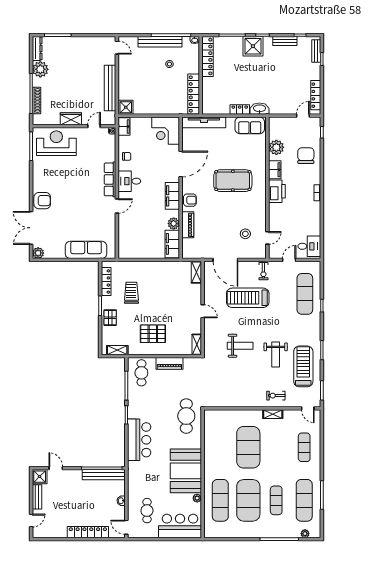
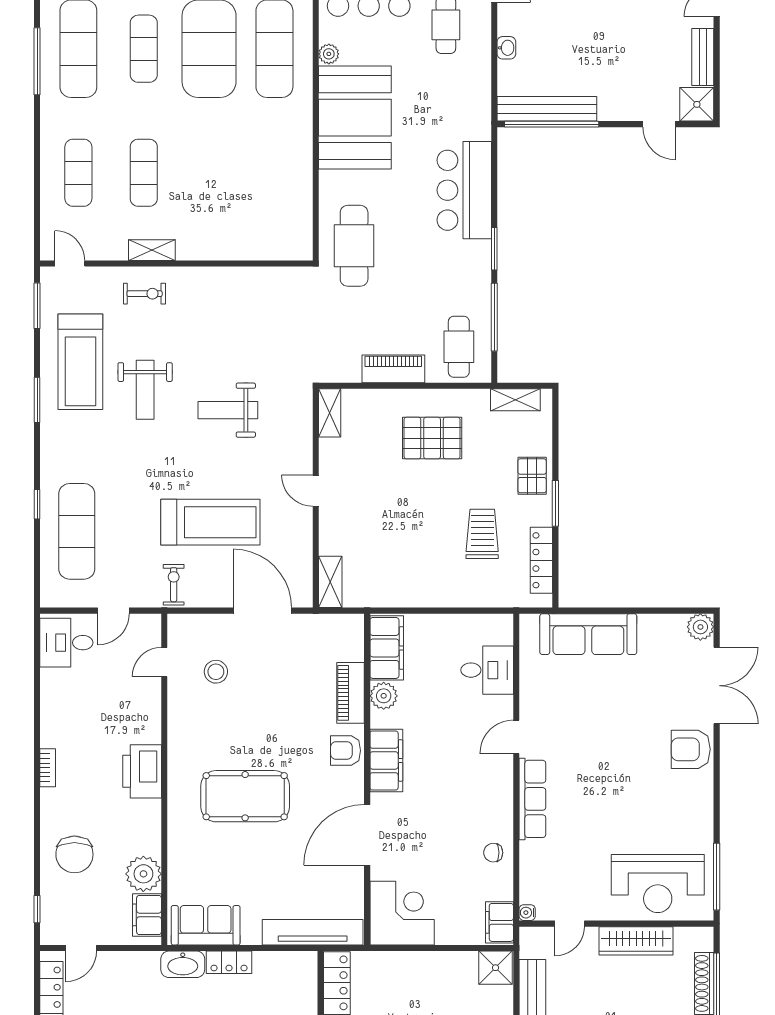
wardrobe: (71, 119) -> (636, 941), width x1.50
filing cabinet: (275, 170) -> (147, 915), moved
desk: (129, 181) -> (487, 670), moved
trolley: (131, 293) -> (482, 534), turned 180
weight bench: (276, 354) -> (145, 390), turned 180
exercise mat: (248, 447) -> (144, 173), moved, width x0.50, depth x0.69

